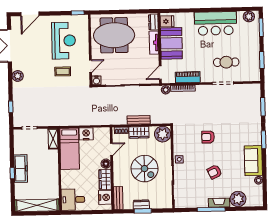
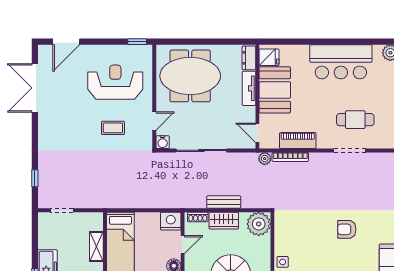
reception desk: (64, 41) -> (115, 82), turned -90
door: (160, 73) -> (257, 133), hinge flipped
plant: (18, 76) -> (46, 133), removed
nightstand: (86, 134) -> (171, 221), moved
armchair: (208, 137) -> (347, 229), moved
shelving: (53, 139) -> (96, 246), moved

